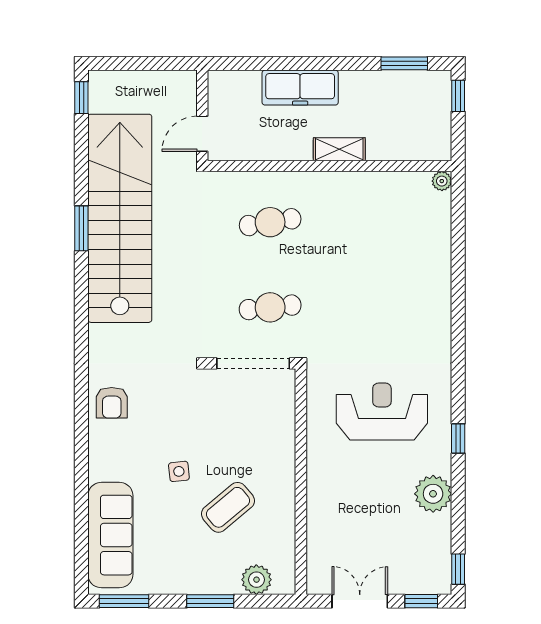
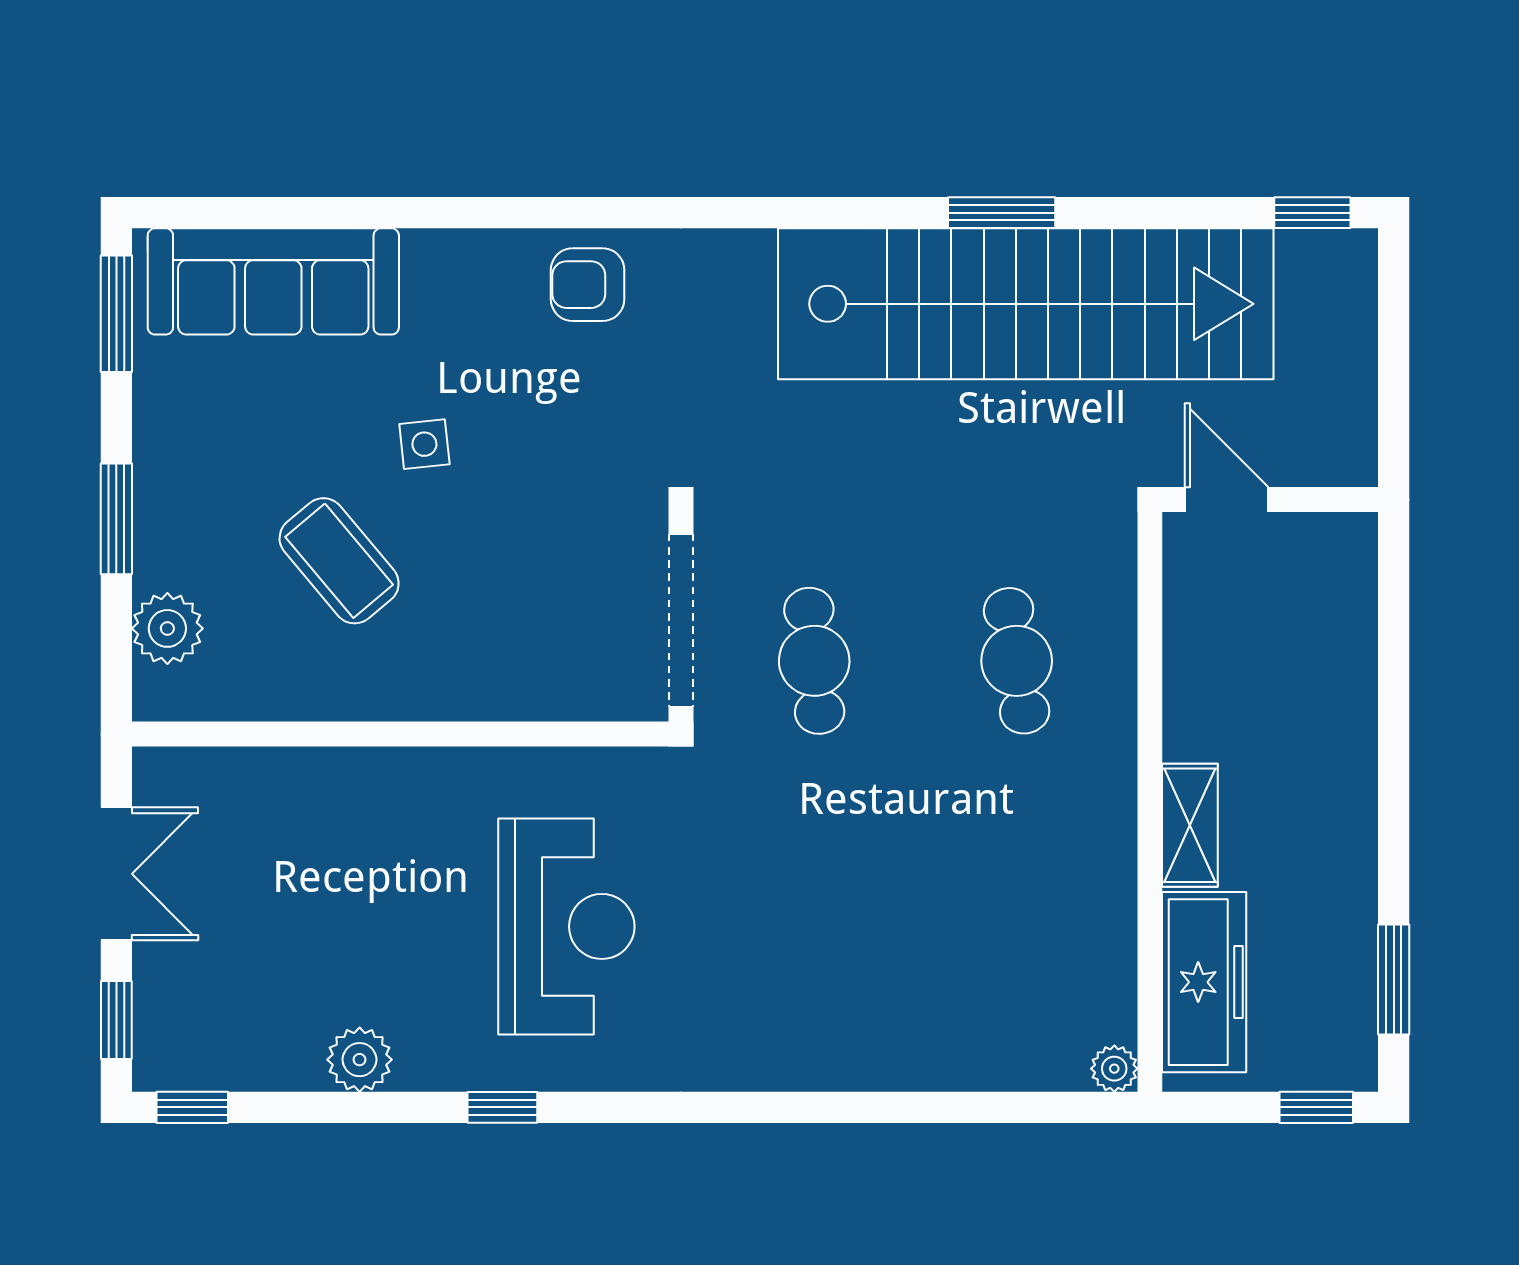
freezer: (300, 88) -> (1204, 982), moved, turned 180
plant: (433, 494) -> (360, 1060), width x0.73, depth x0.73

